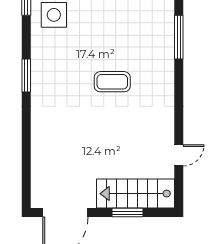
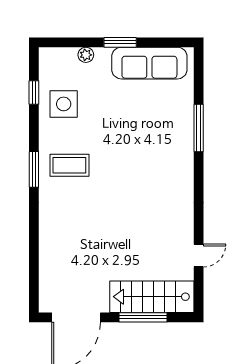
coffee table: (112, 82) -> (69, 165), moved
window: (127, 213) -> (143, 317), width x1.44

